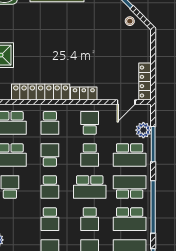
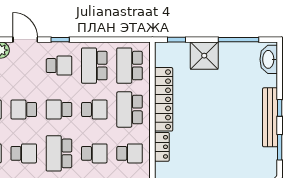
school desk: (50, 123) -> (130, 109), width x1.85
school desk: (90, 155) -> (94, 153), turned 180
school desk: (90, 219) -> (24, 153), turned 180

